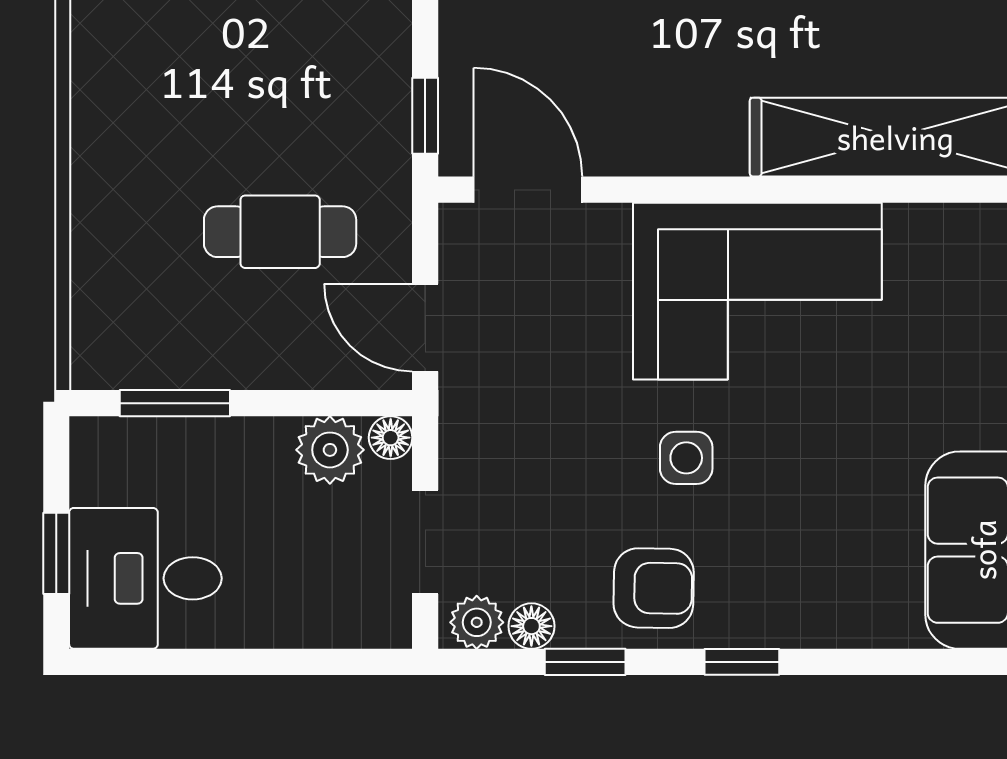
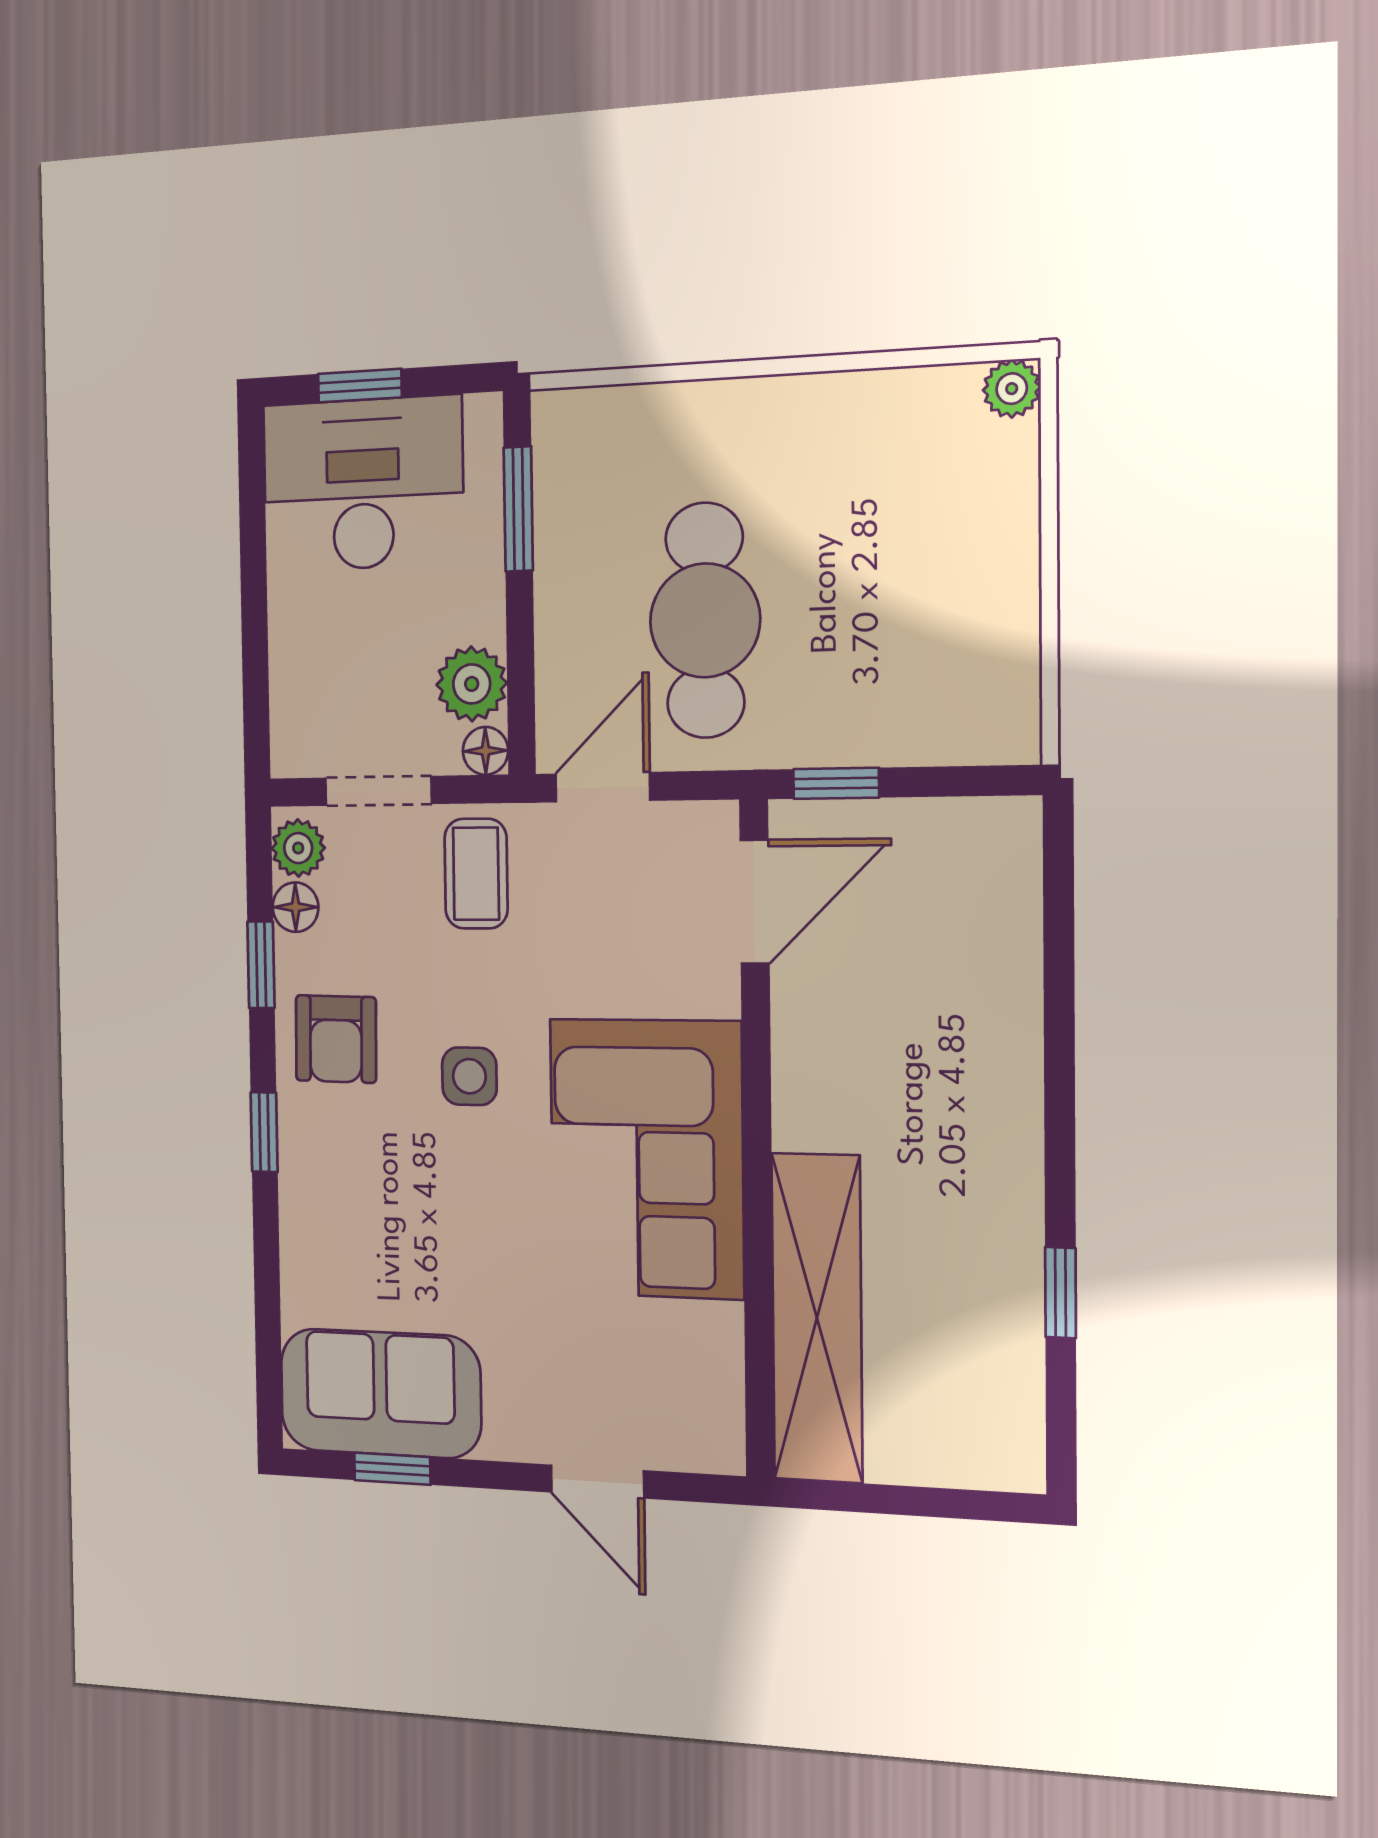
cafe table: (280, 232) -> (705, 620), width x1.37, depth x1.35
coffee table: (502, 448) -> (476, 874), added
desk: (145, 578) -> (363, 484), width x1.37

